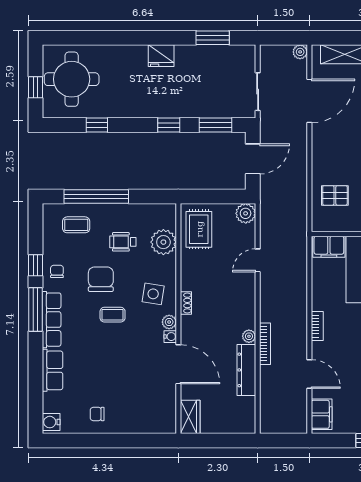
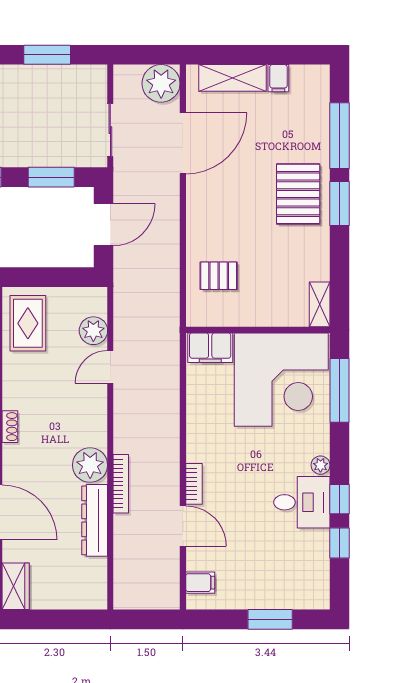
plant: (300, 52) -> (161, 83), width x1.88, depth x1.88
plant: (246, 213) -> (93, 331), moved
bookcase: (317, 326) -> (194, 484), moved
plant: (249, 336) -> (90, 465), width x1.88, depth x1.88
filing cabinet: (322, 414) -> (200, 583), width x0.50

